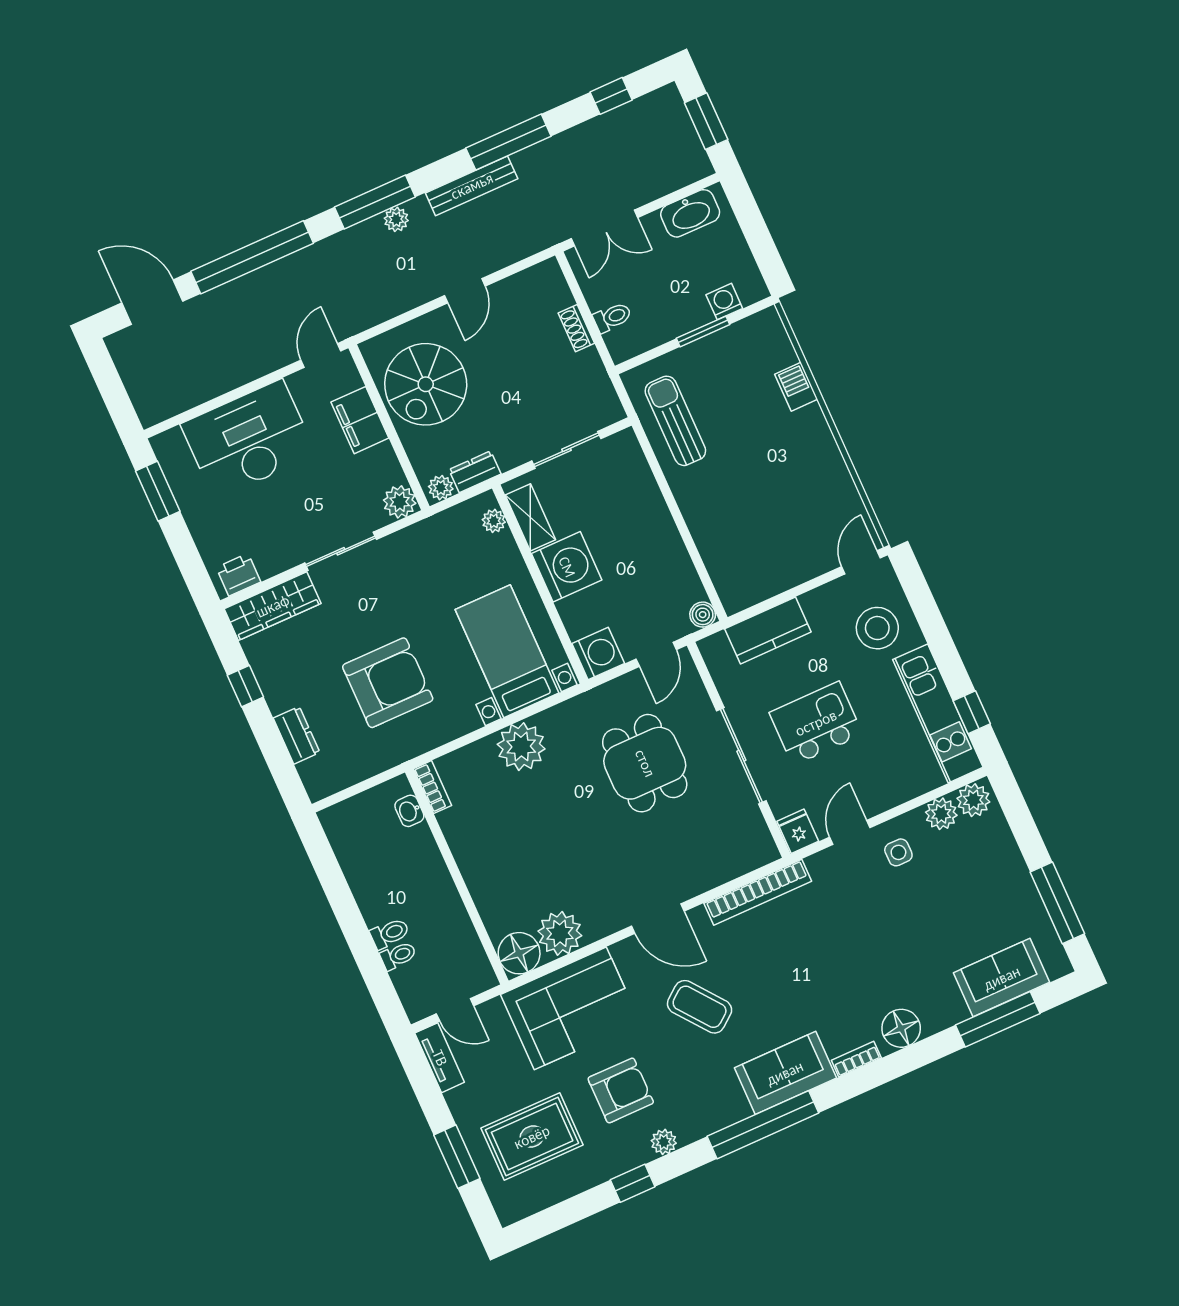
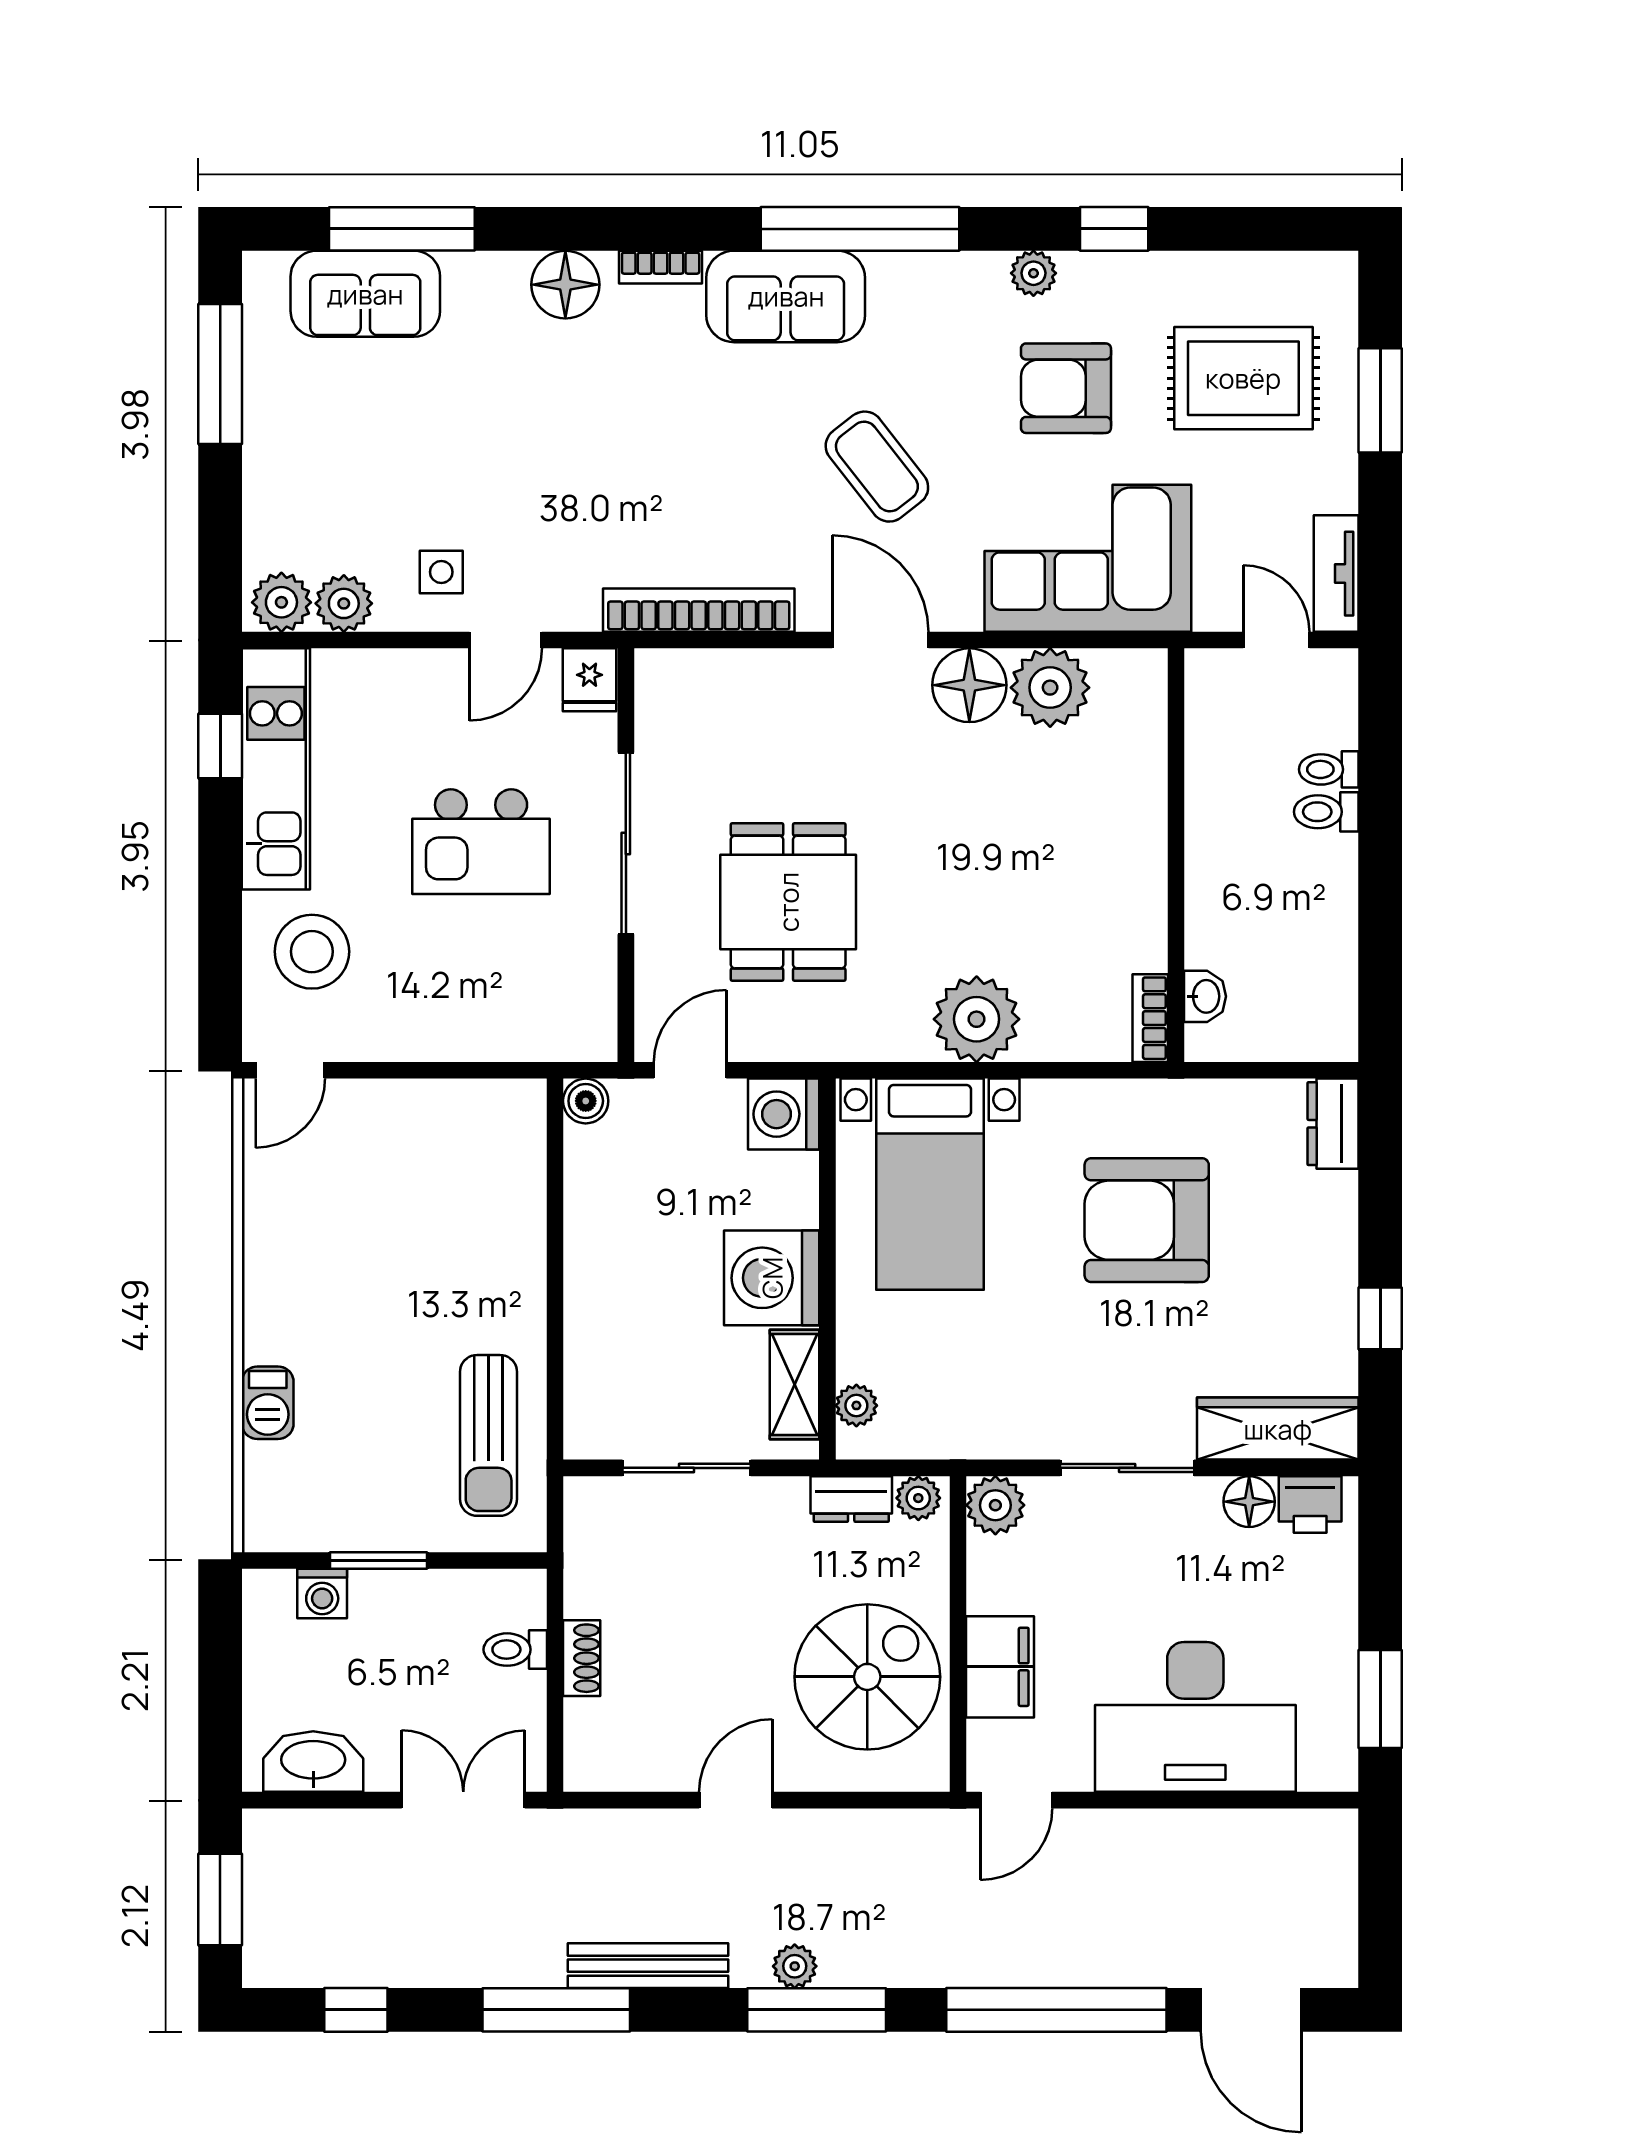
floor lamp: (270, 562) -> (1249, 1502), added
kitchen counter: (768, 630) -> (491, 1028), removed
dresser: (297, 735) -> (1333, 1124), moved
floor lamp: (519, 953) -> (969, 685), moved

